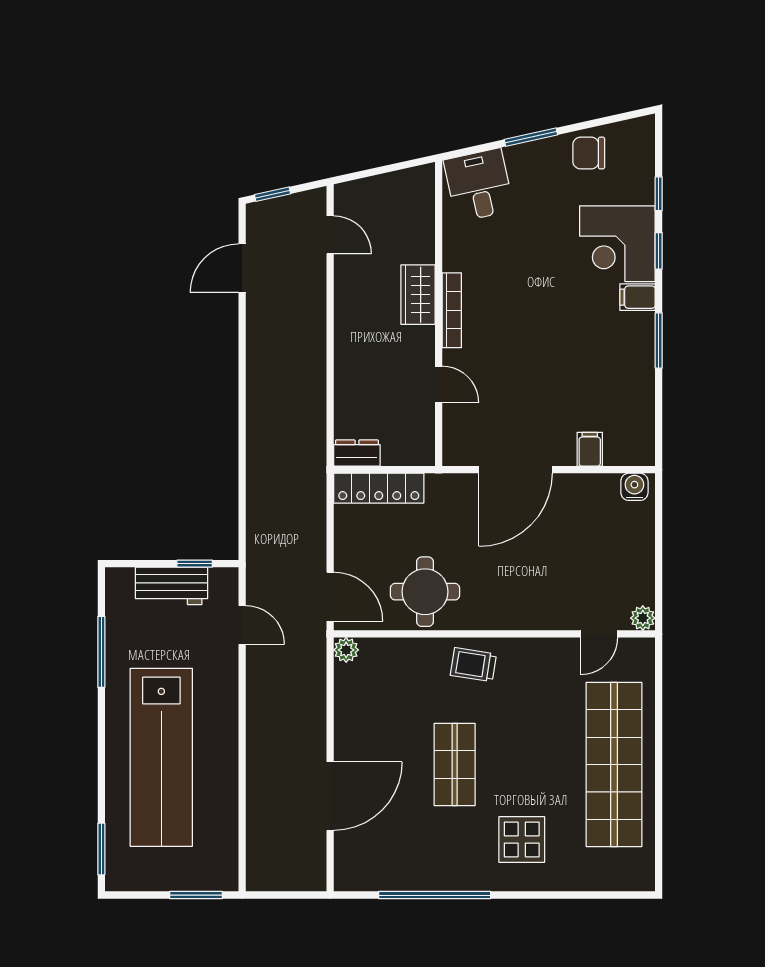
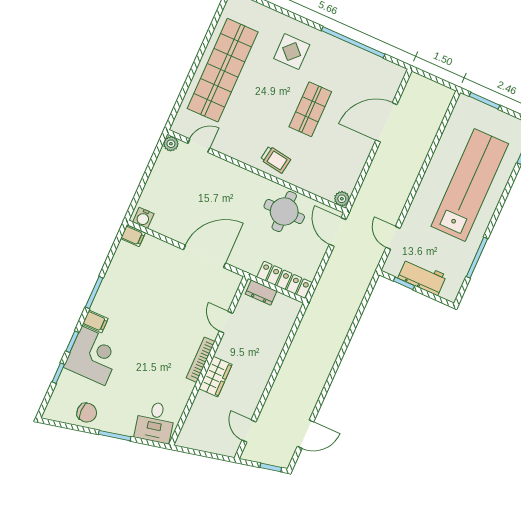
filing cabinet: (590, 449) -> (133, 236), moved, turned -90
dresser: (357, 453) -> (261, 293), moved

